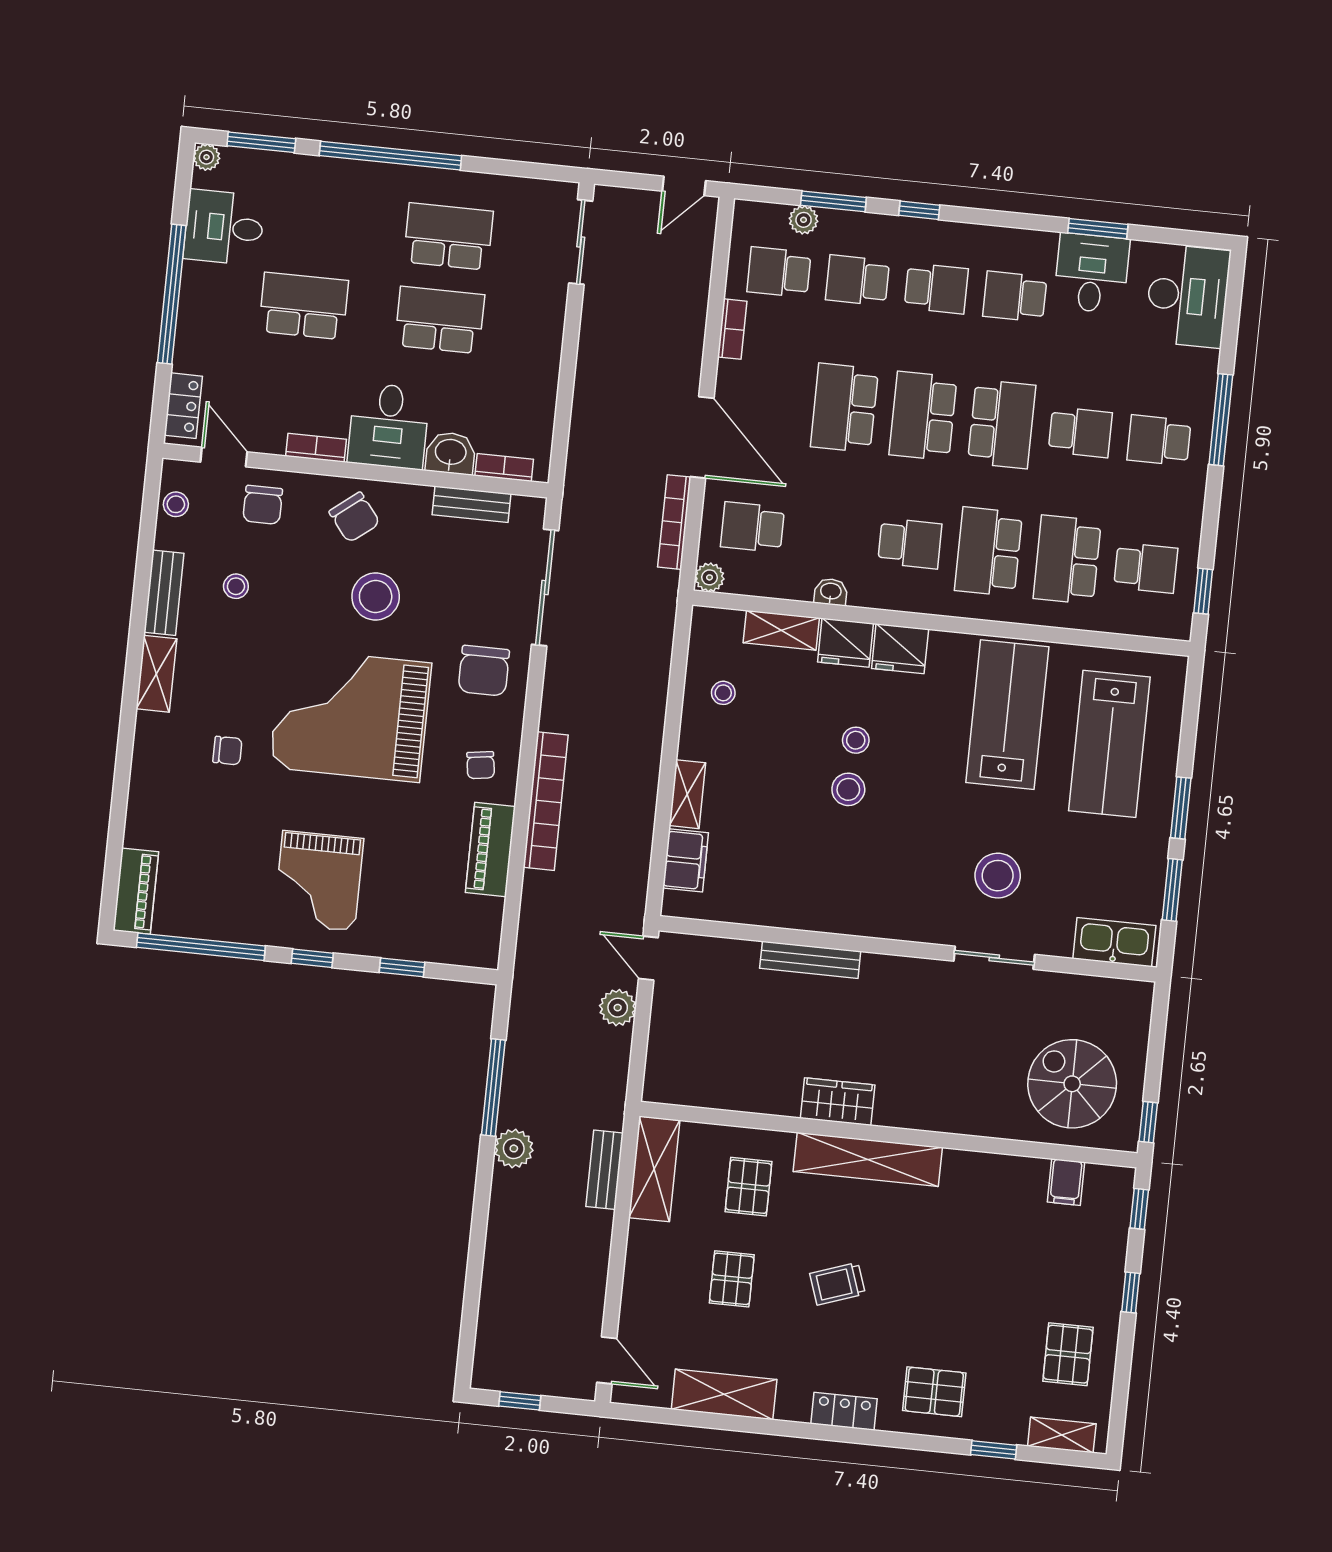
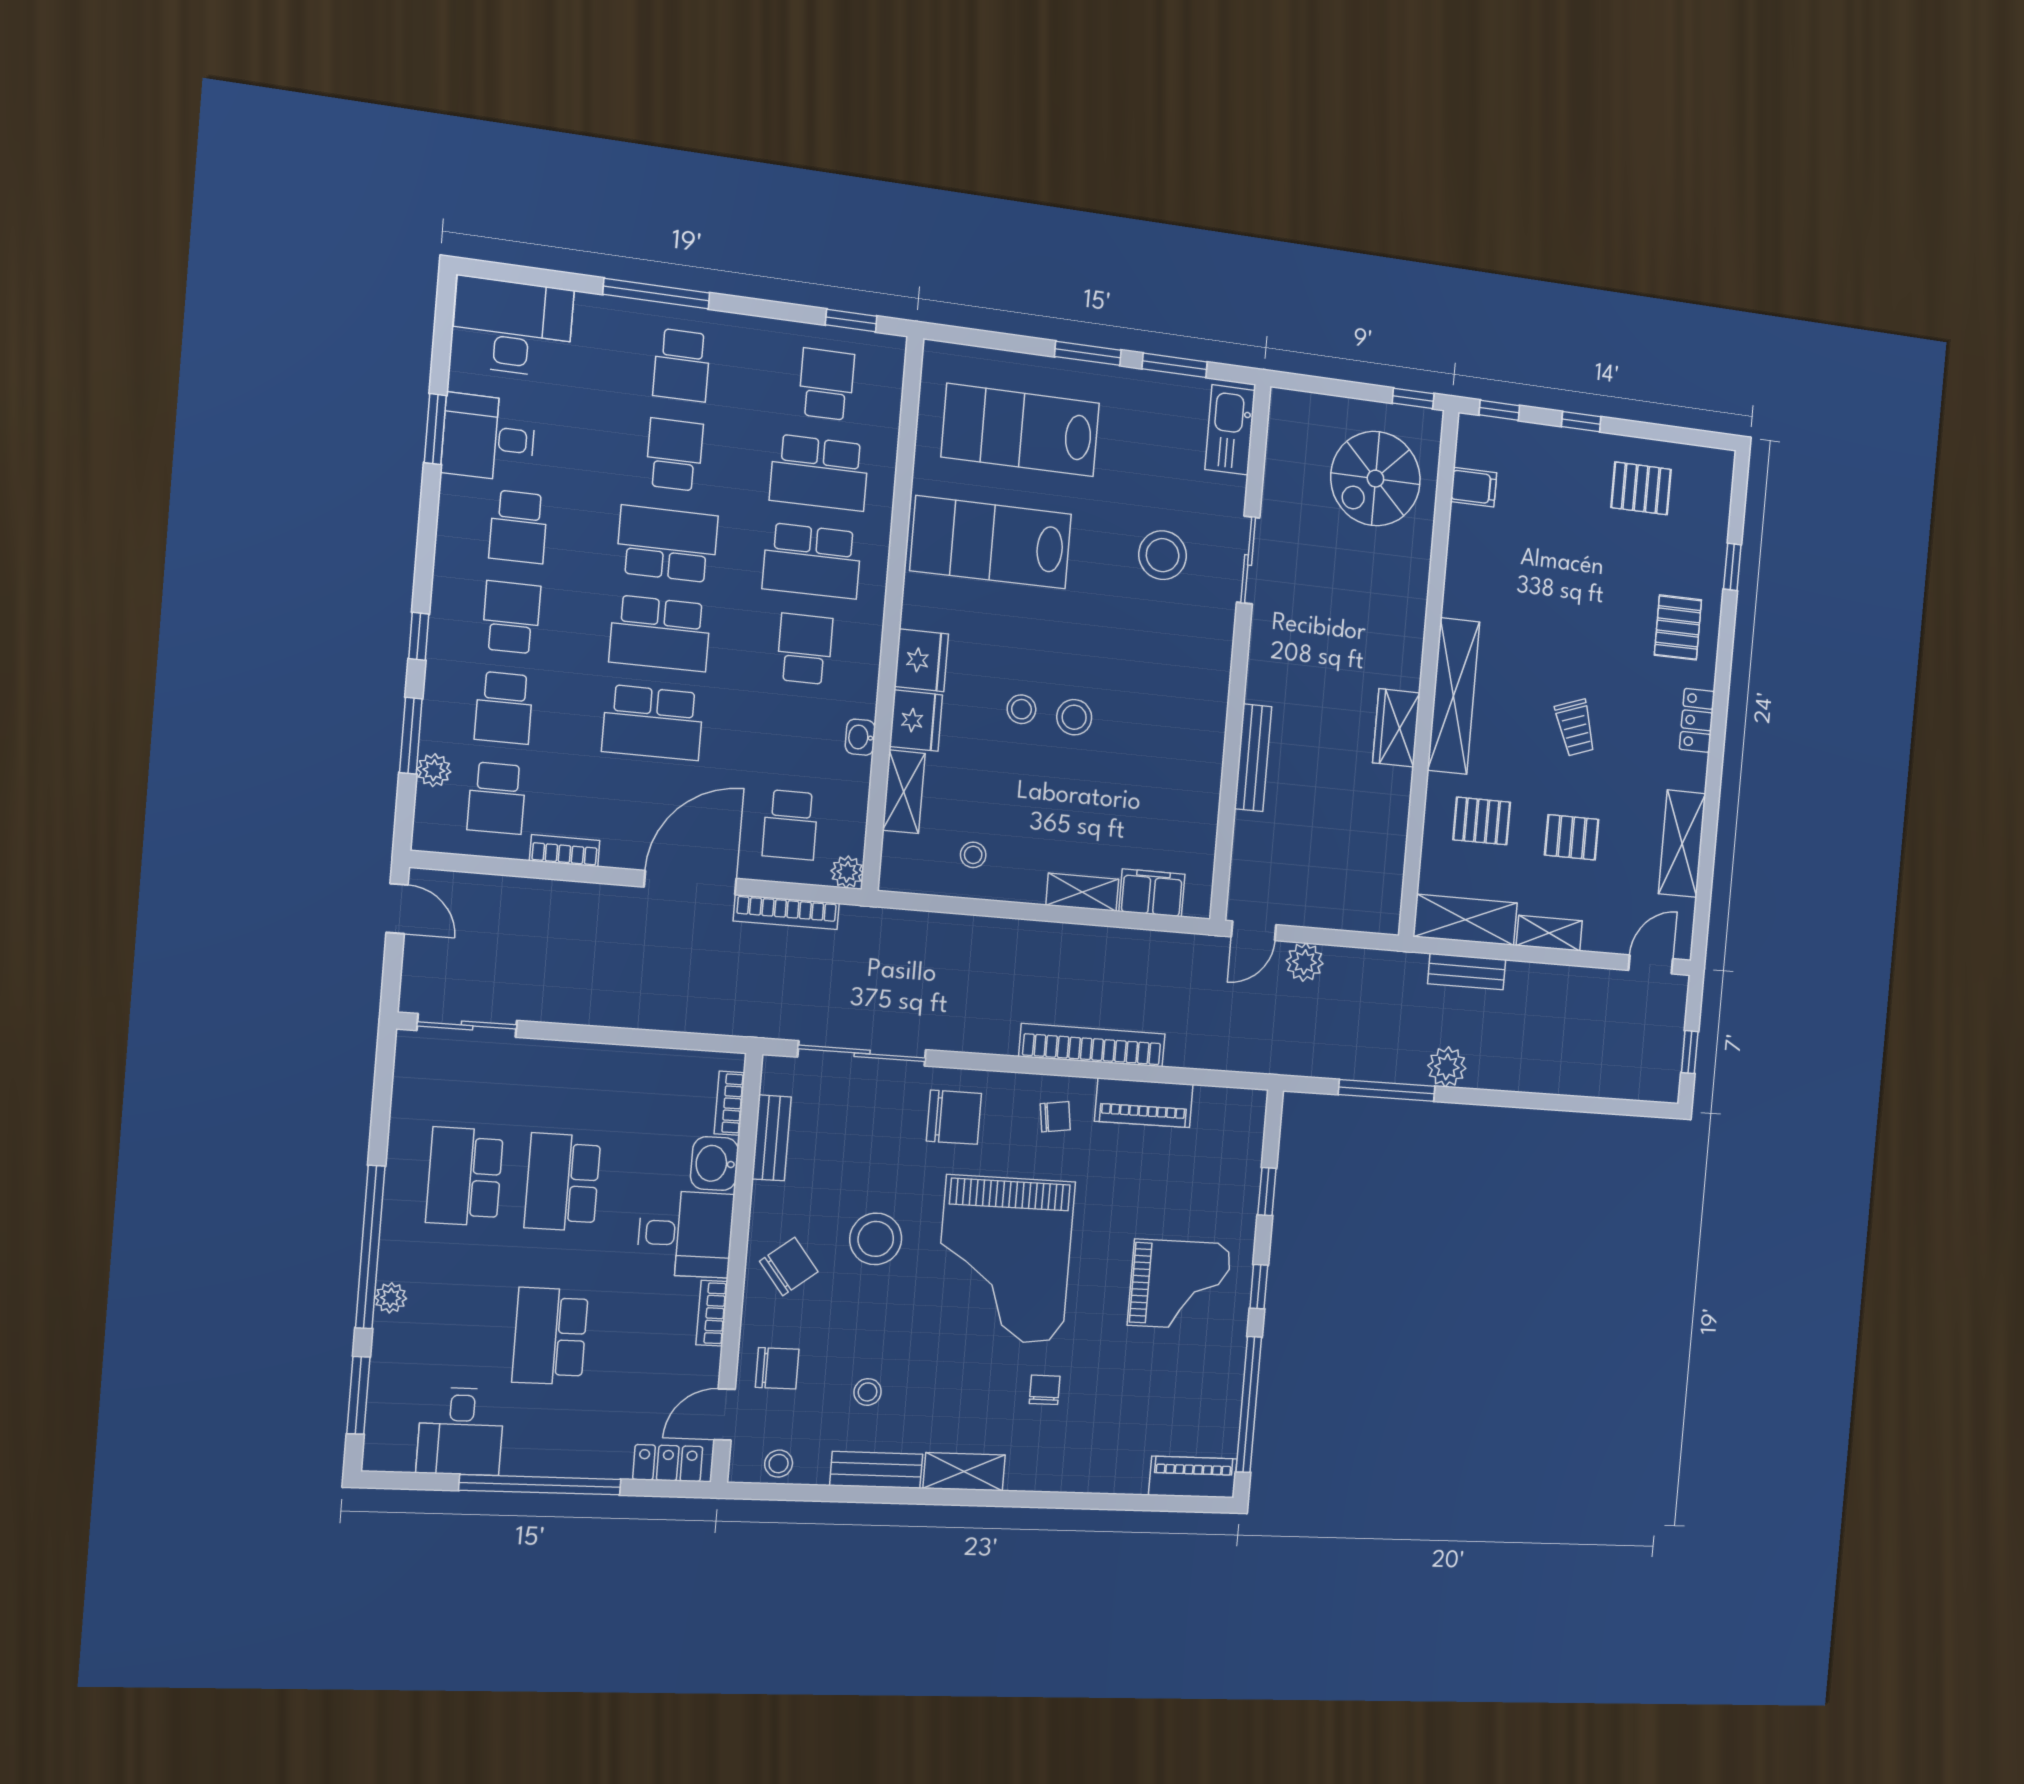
plant: (206, 157) -> (391, 1298), moved
lab bench: (1109, 744) -> (1021, 430), turned 180
shelving: (1062, 1435) -> (1549, 933), moved, turned 90

